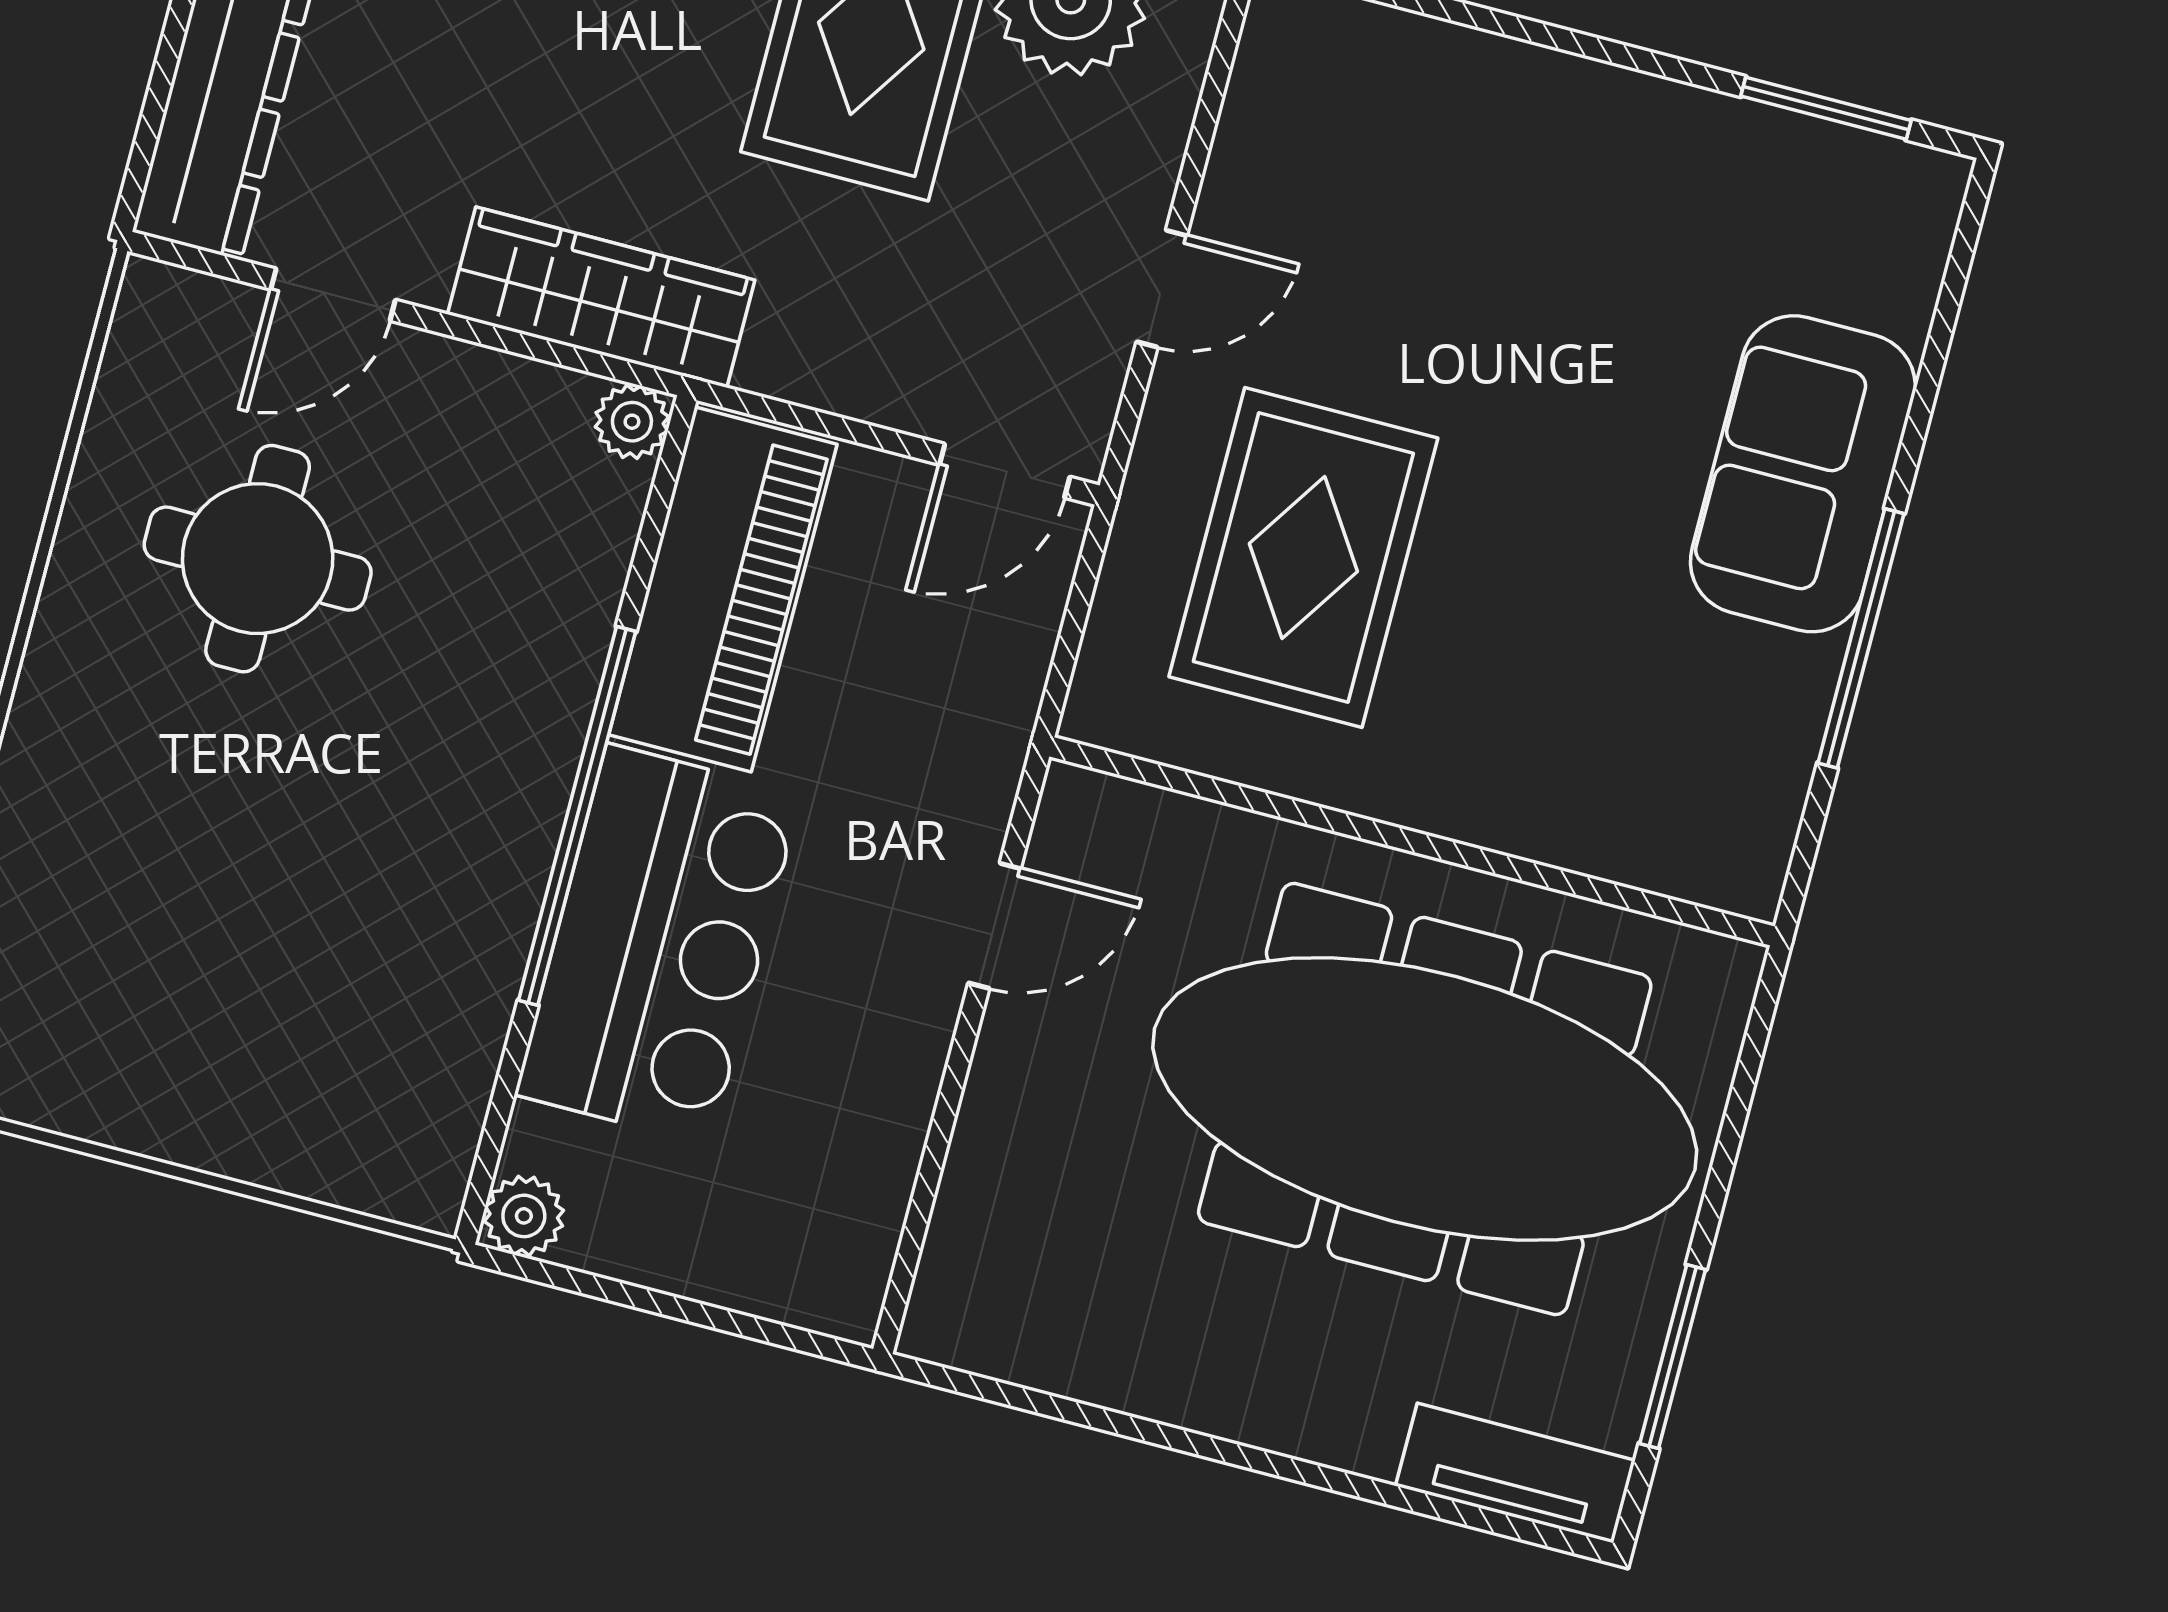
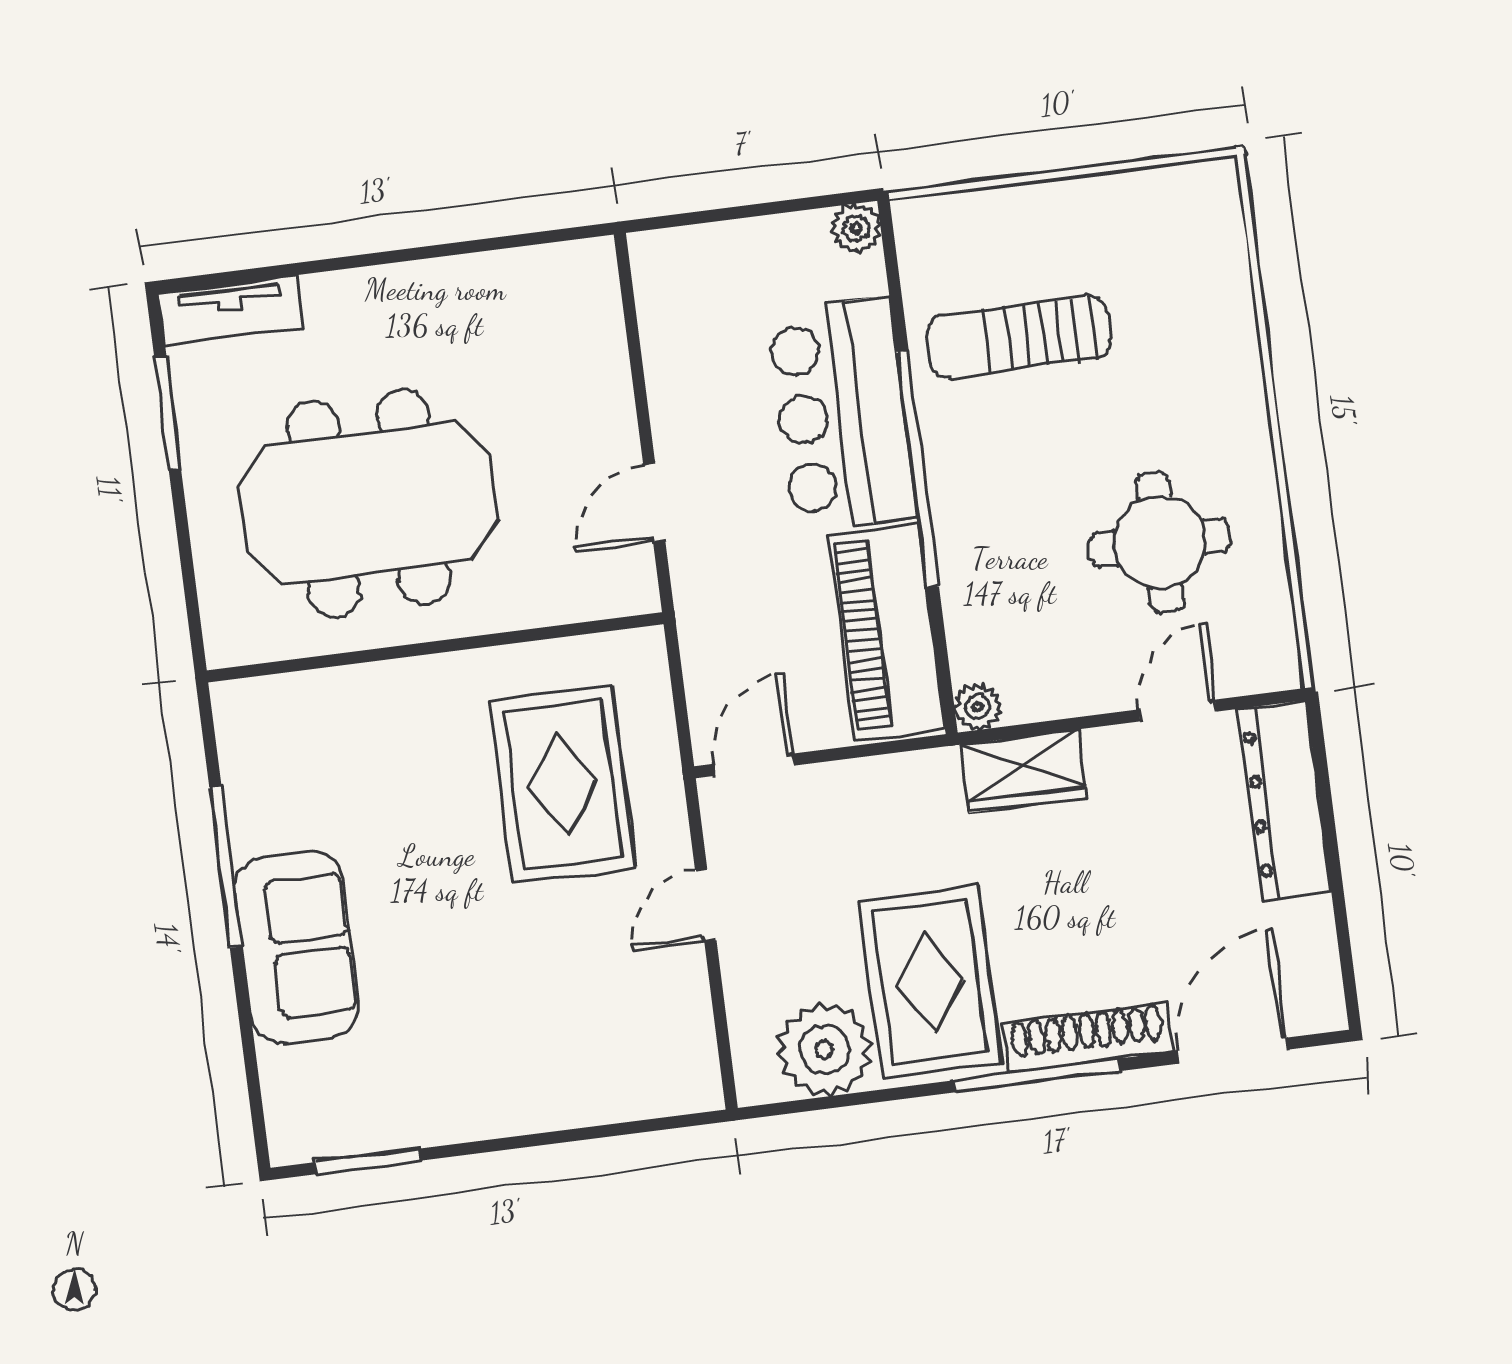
wardrobe: (601, 297) -> (1024, 771), width x0.67
sun lounger: (345, 953) -> (1019, 337), added
meeting table: (1425, 1099) -> (369, 503), width x0.73

